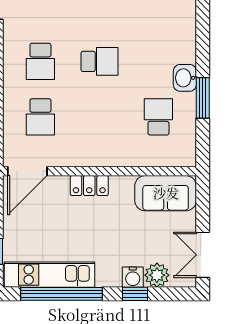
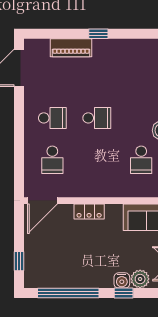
school desk: (40, 61) -> (52, 118), turned -90
school desk: (158, 117) -> (141, 160), turned 180
kitchen unit: (49, 275) -> (59, 279), removed

